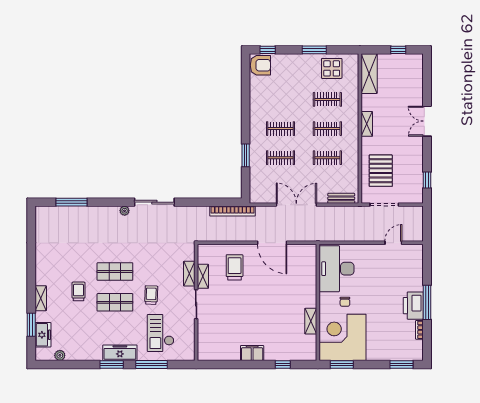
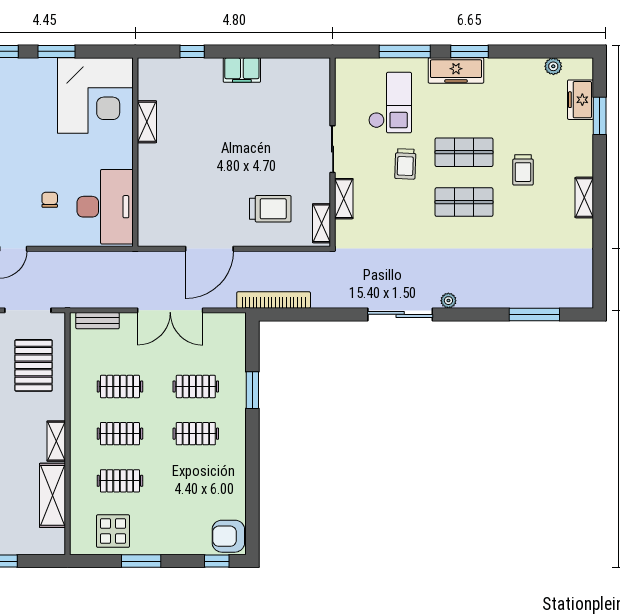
shelving: (369, 74) -> (52, 495), moved
door: (272, 243) -> (209, 249), swing flipped
trolley: (235, 267) -> (270, 209), turned -90
shelving: (203, 276) -> (322, 223), moved
shelving: (41, 298) -> (584, 198), moved
chair: (345, 302) -> (50, 200), moved
window: (342, 365) -> (56, 51), moved

